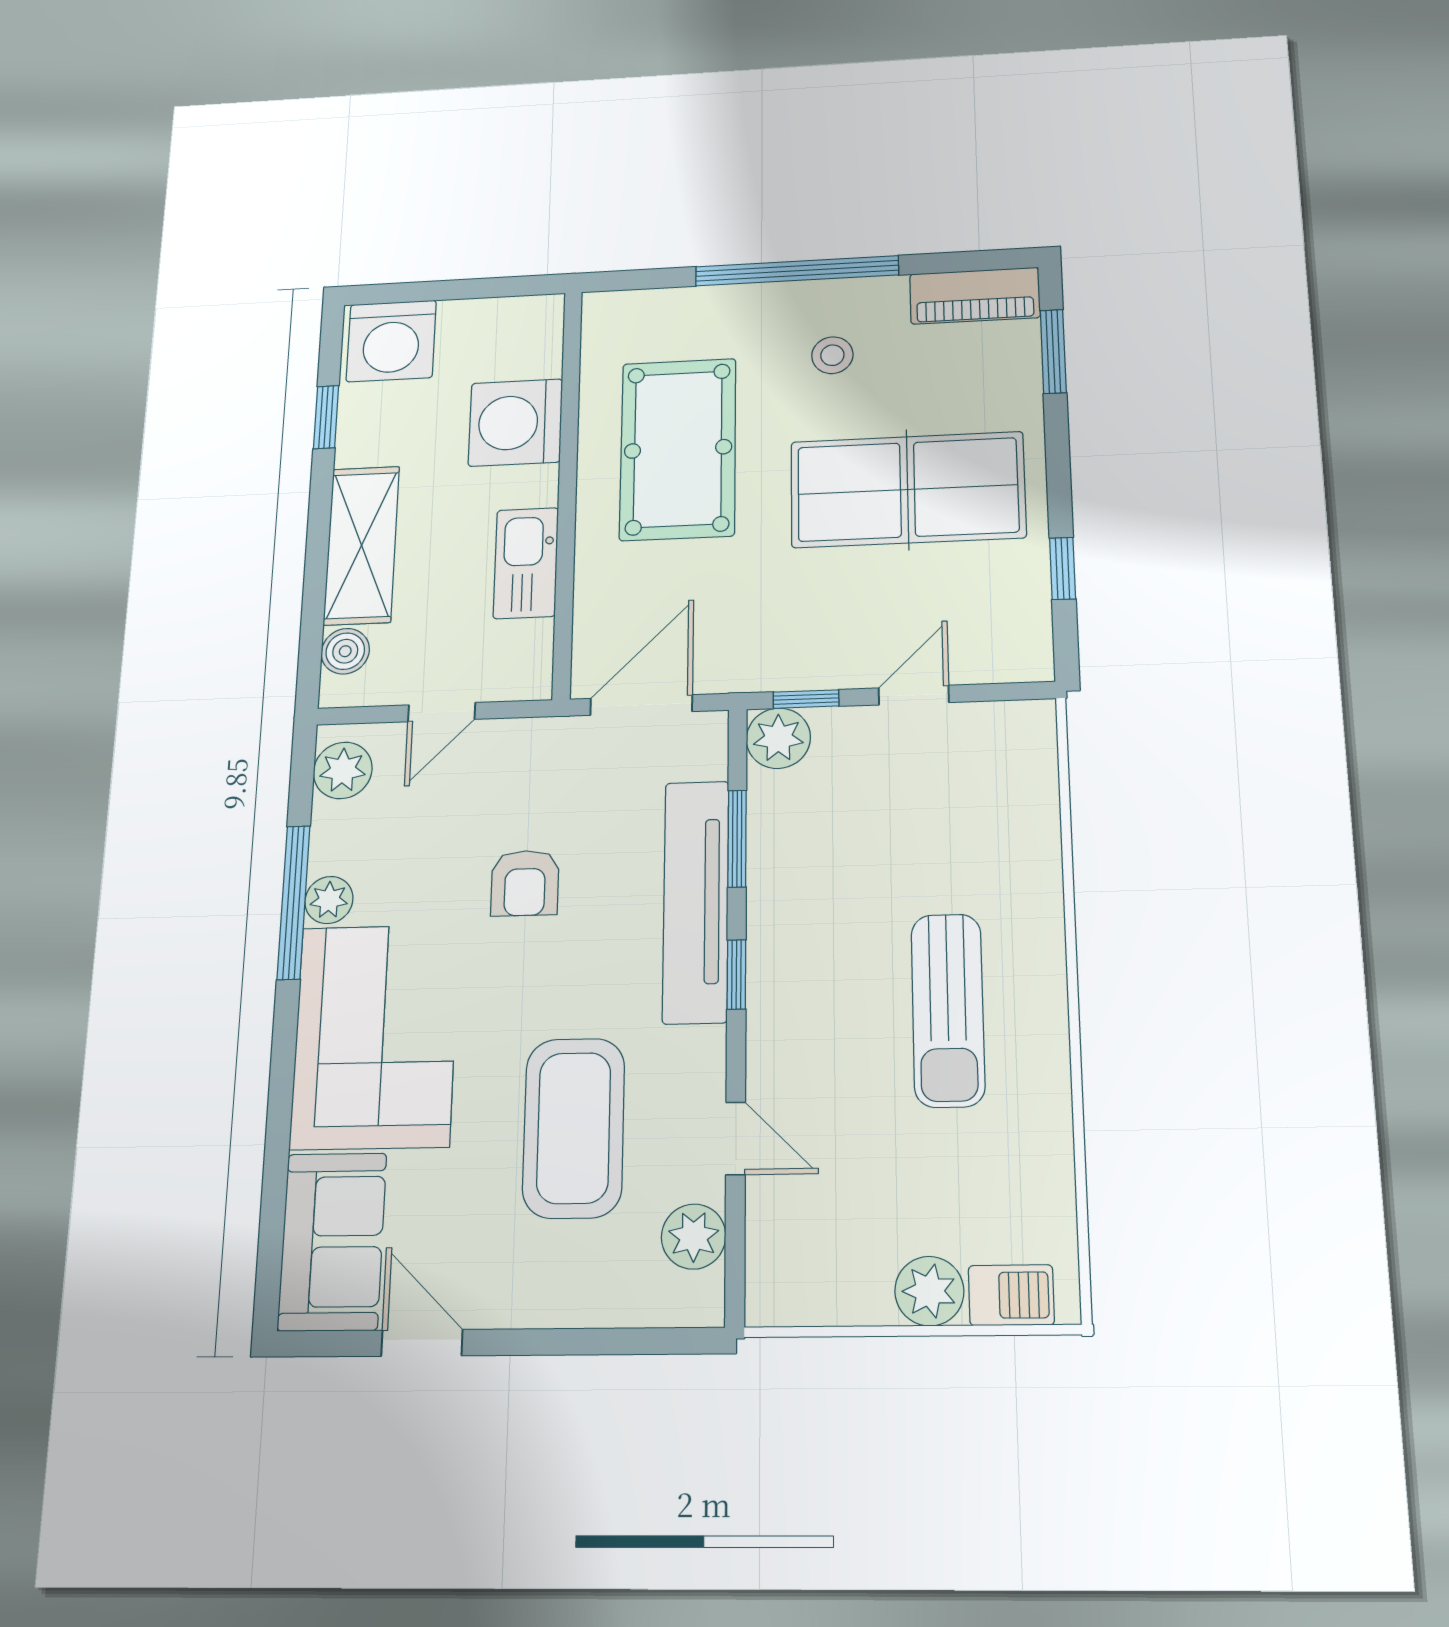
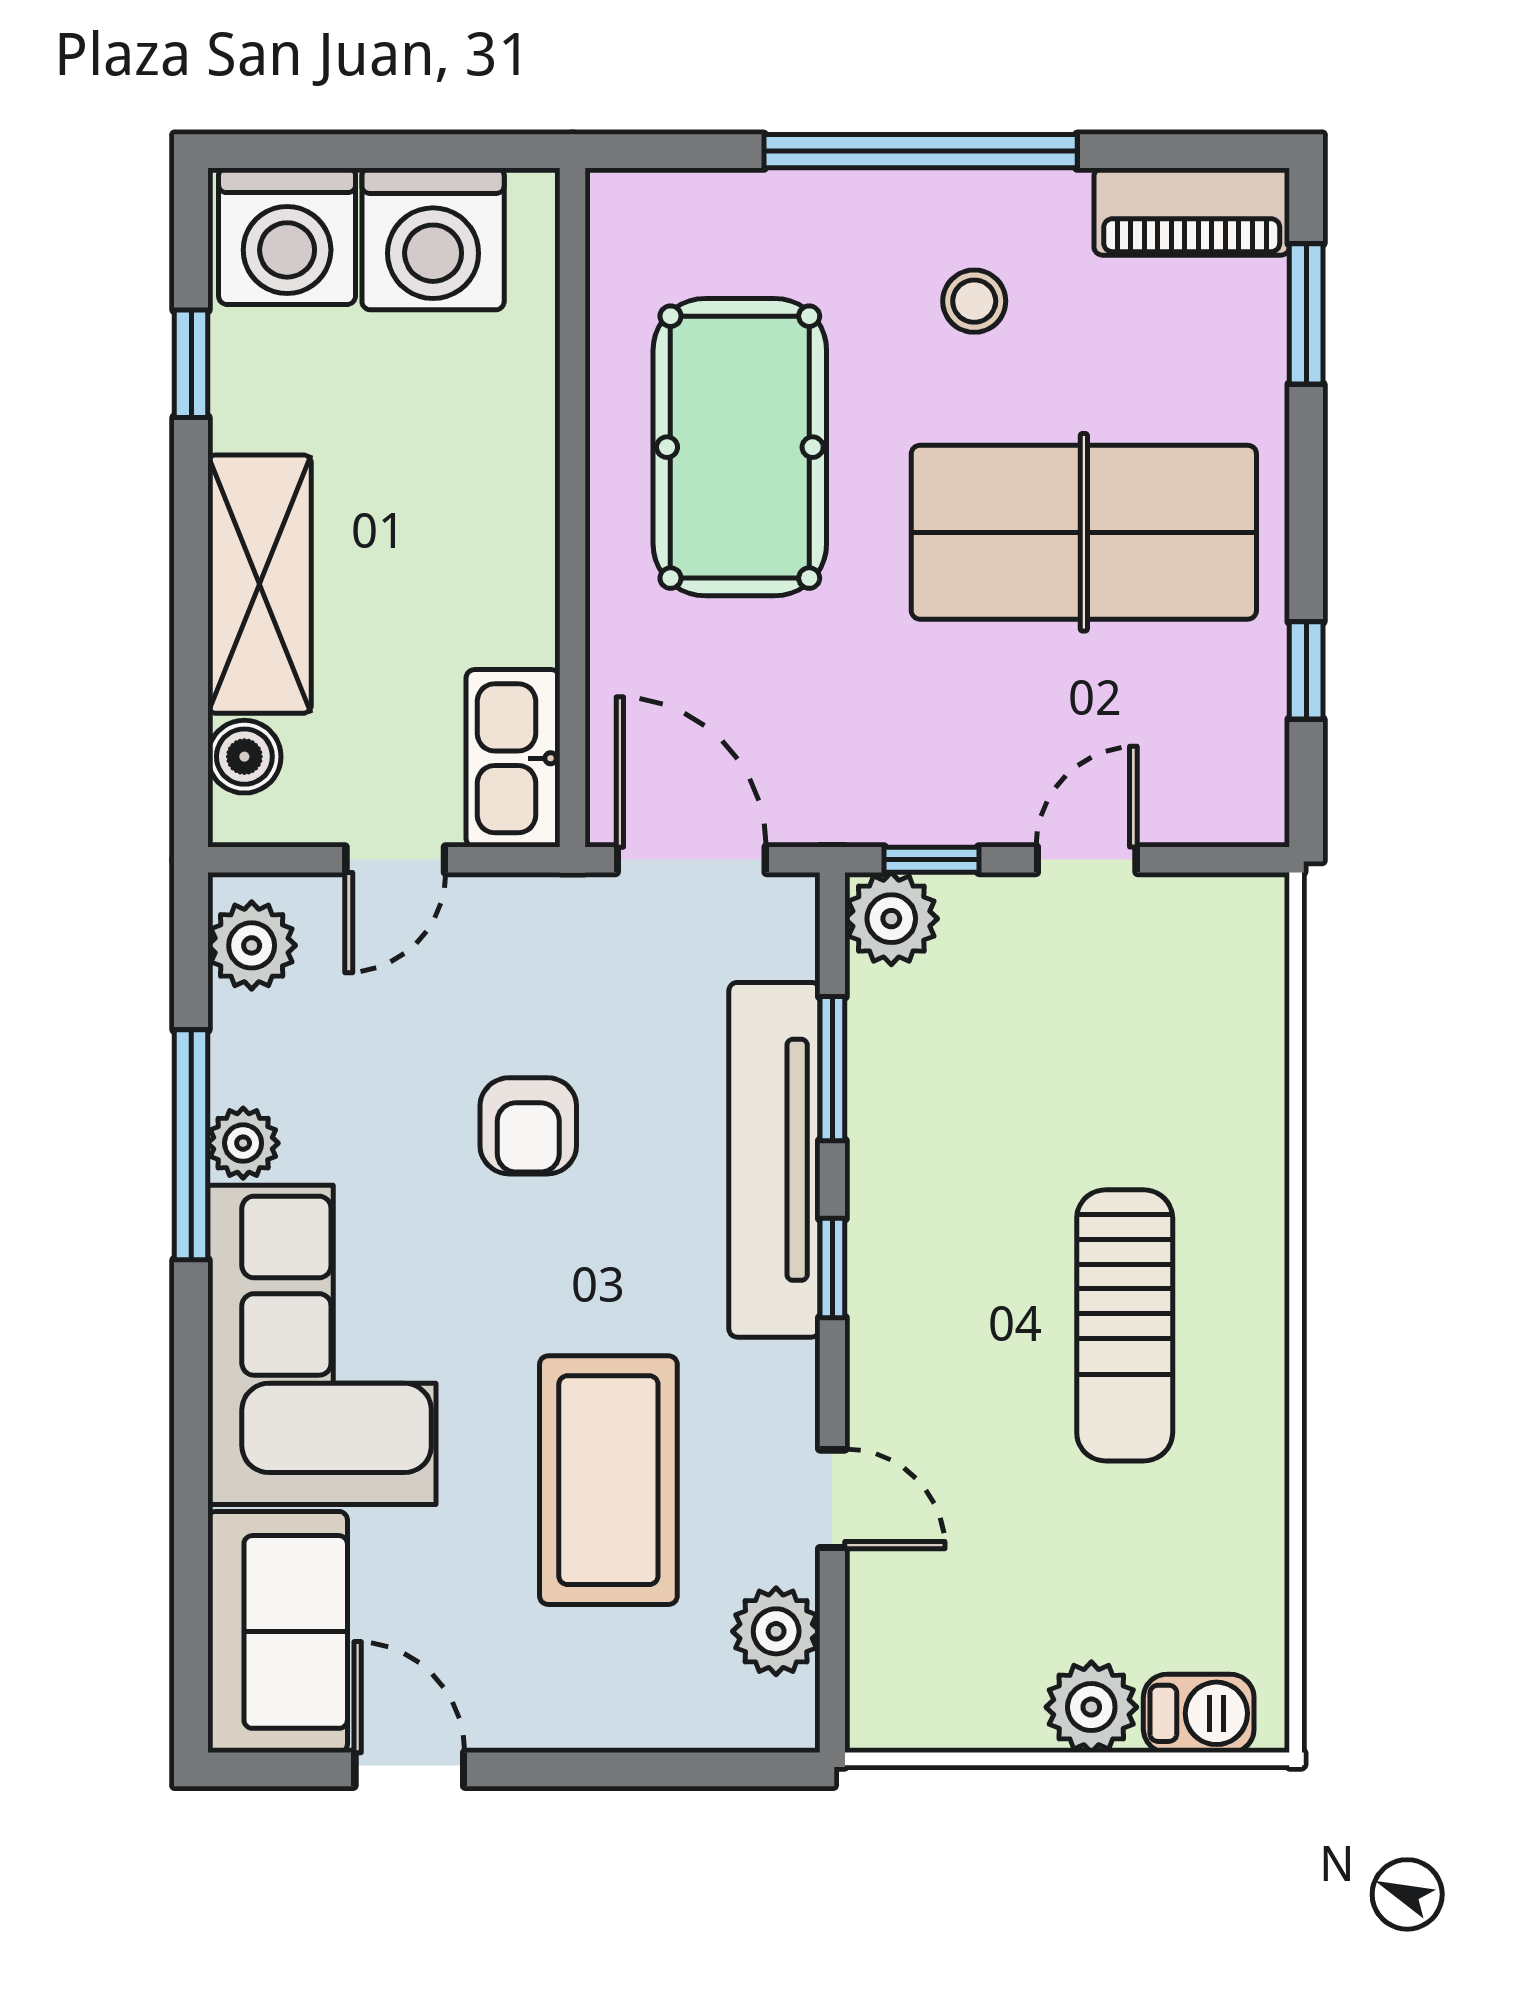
washing machine: (515, 423) -> (433, 239), moved, turned -90
kitchen sink: (526, 563) -> (513, 758), moved
door: (641, 705) -> (691, 860), hinge flipped

